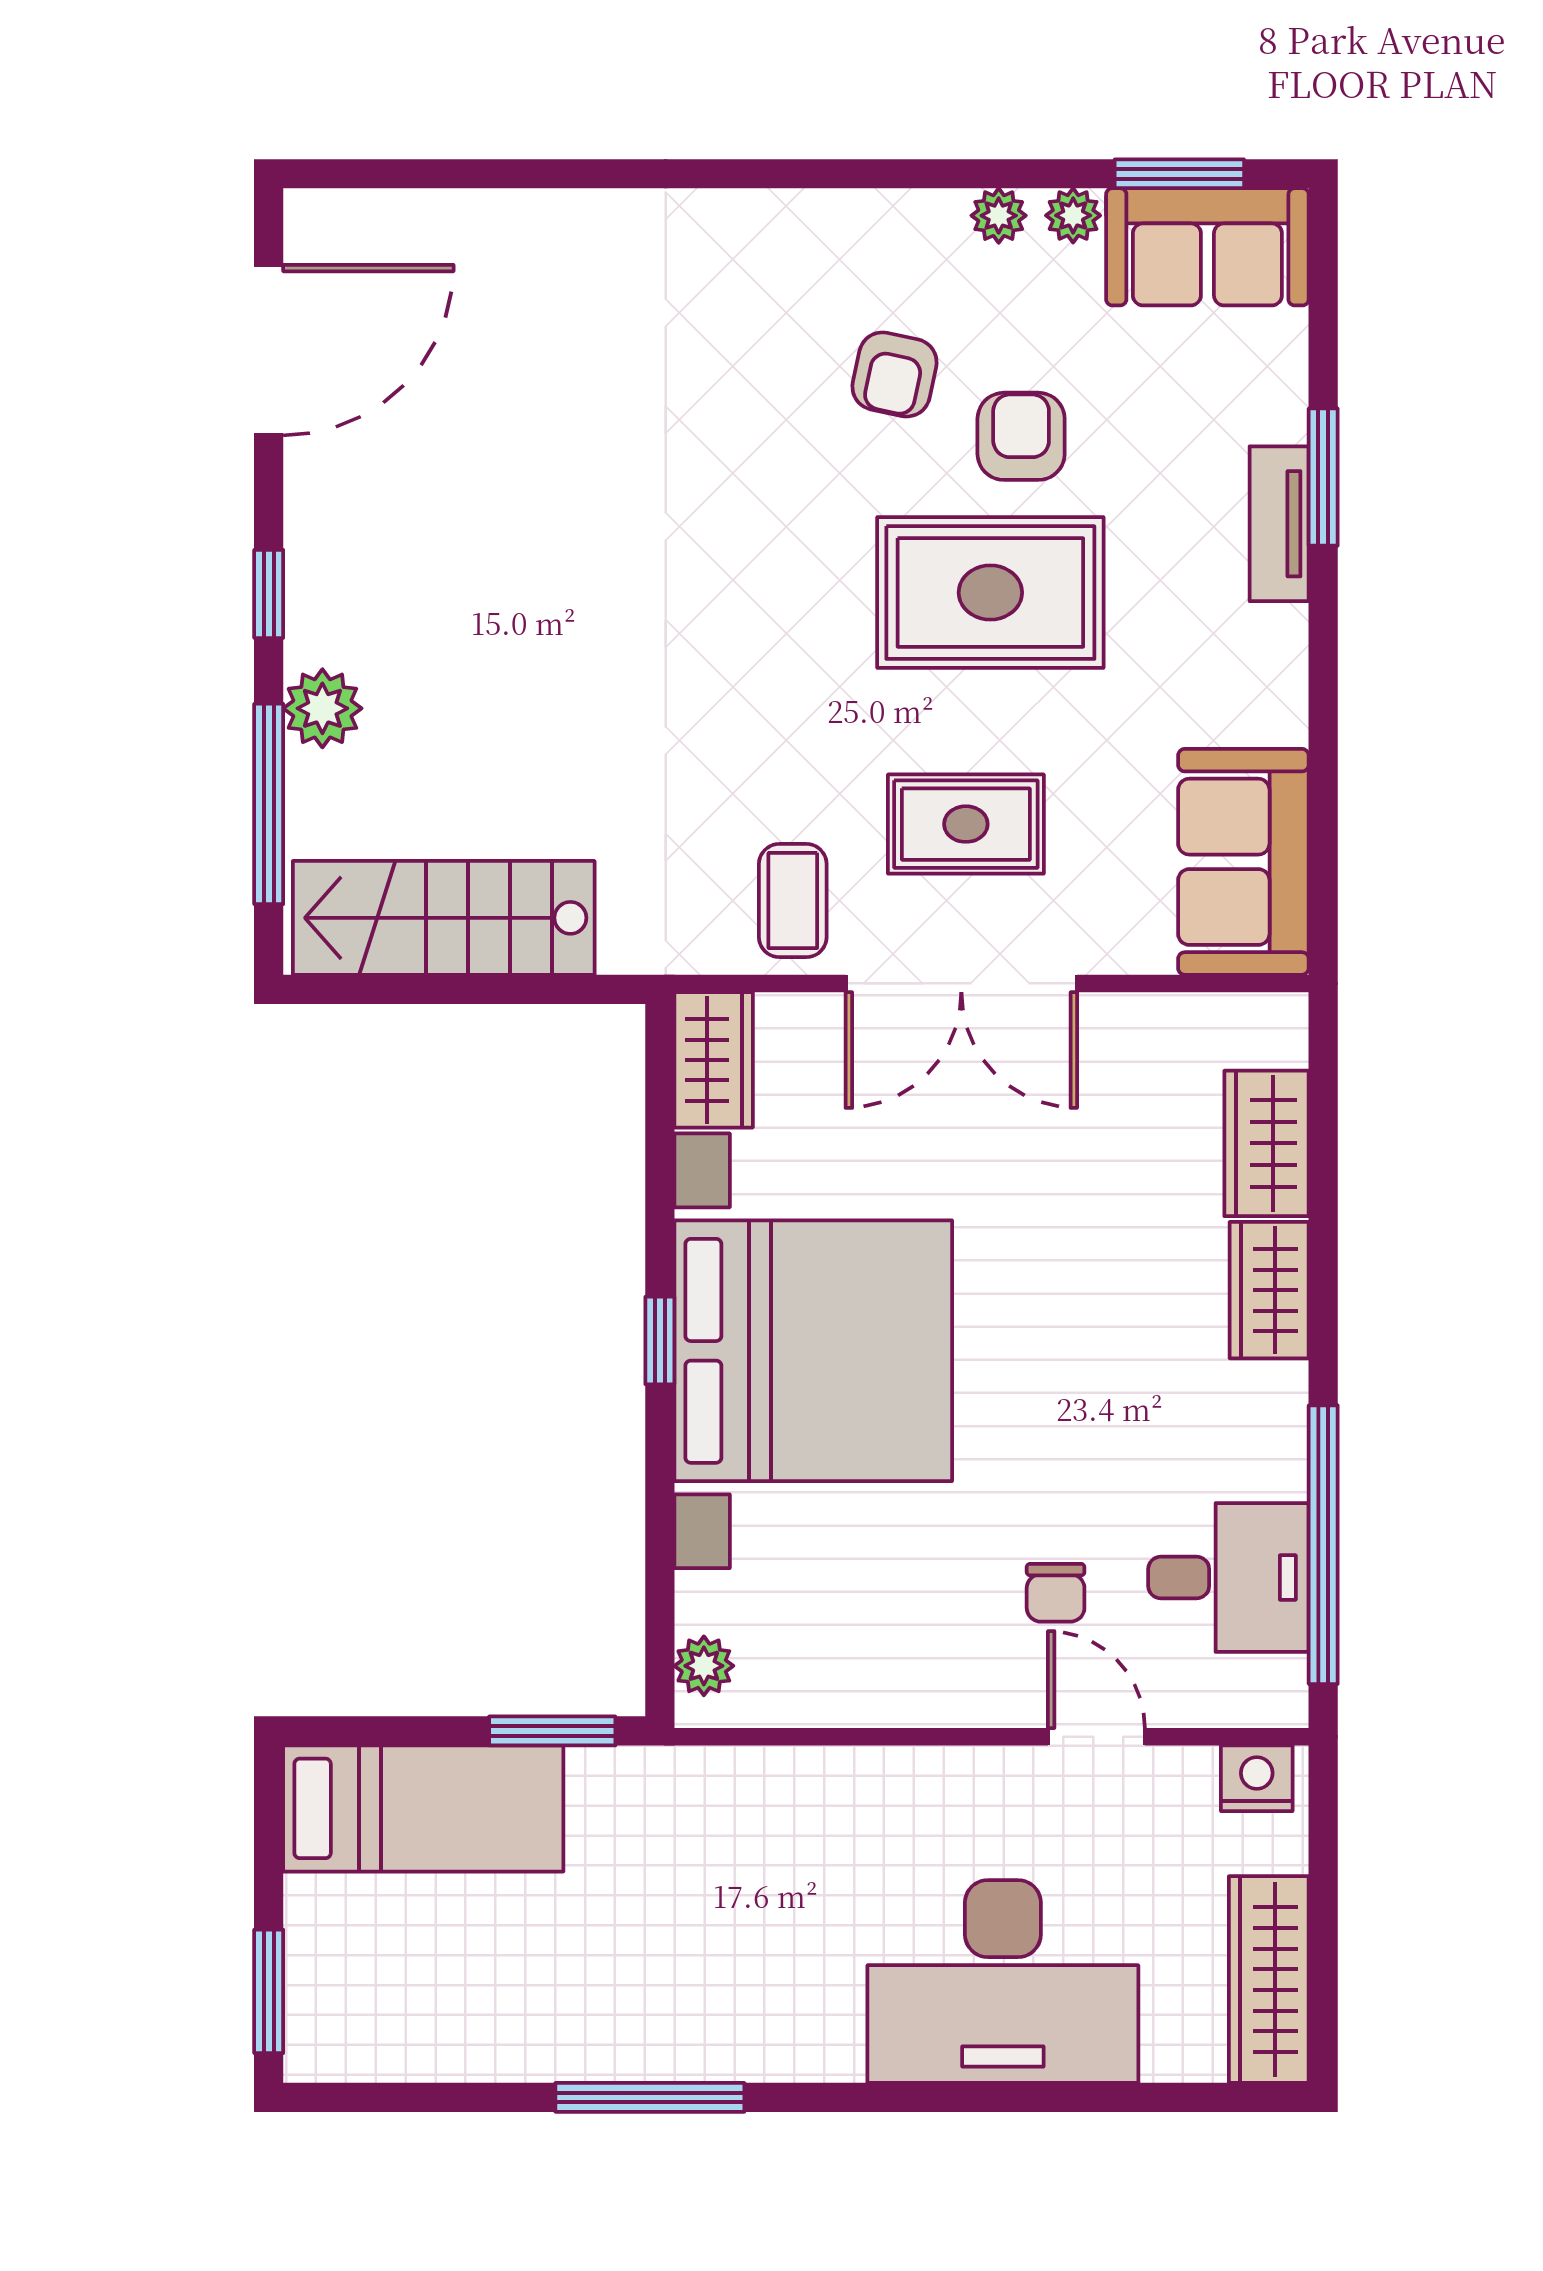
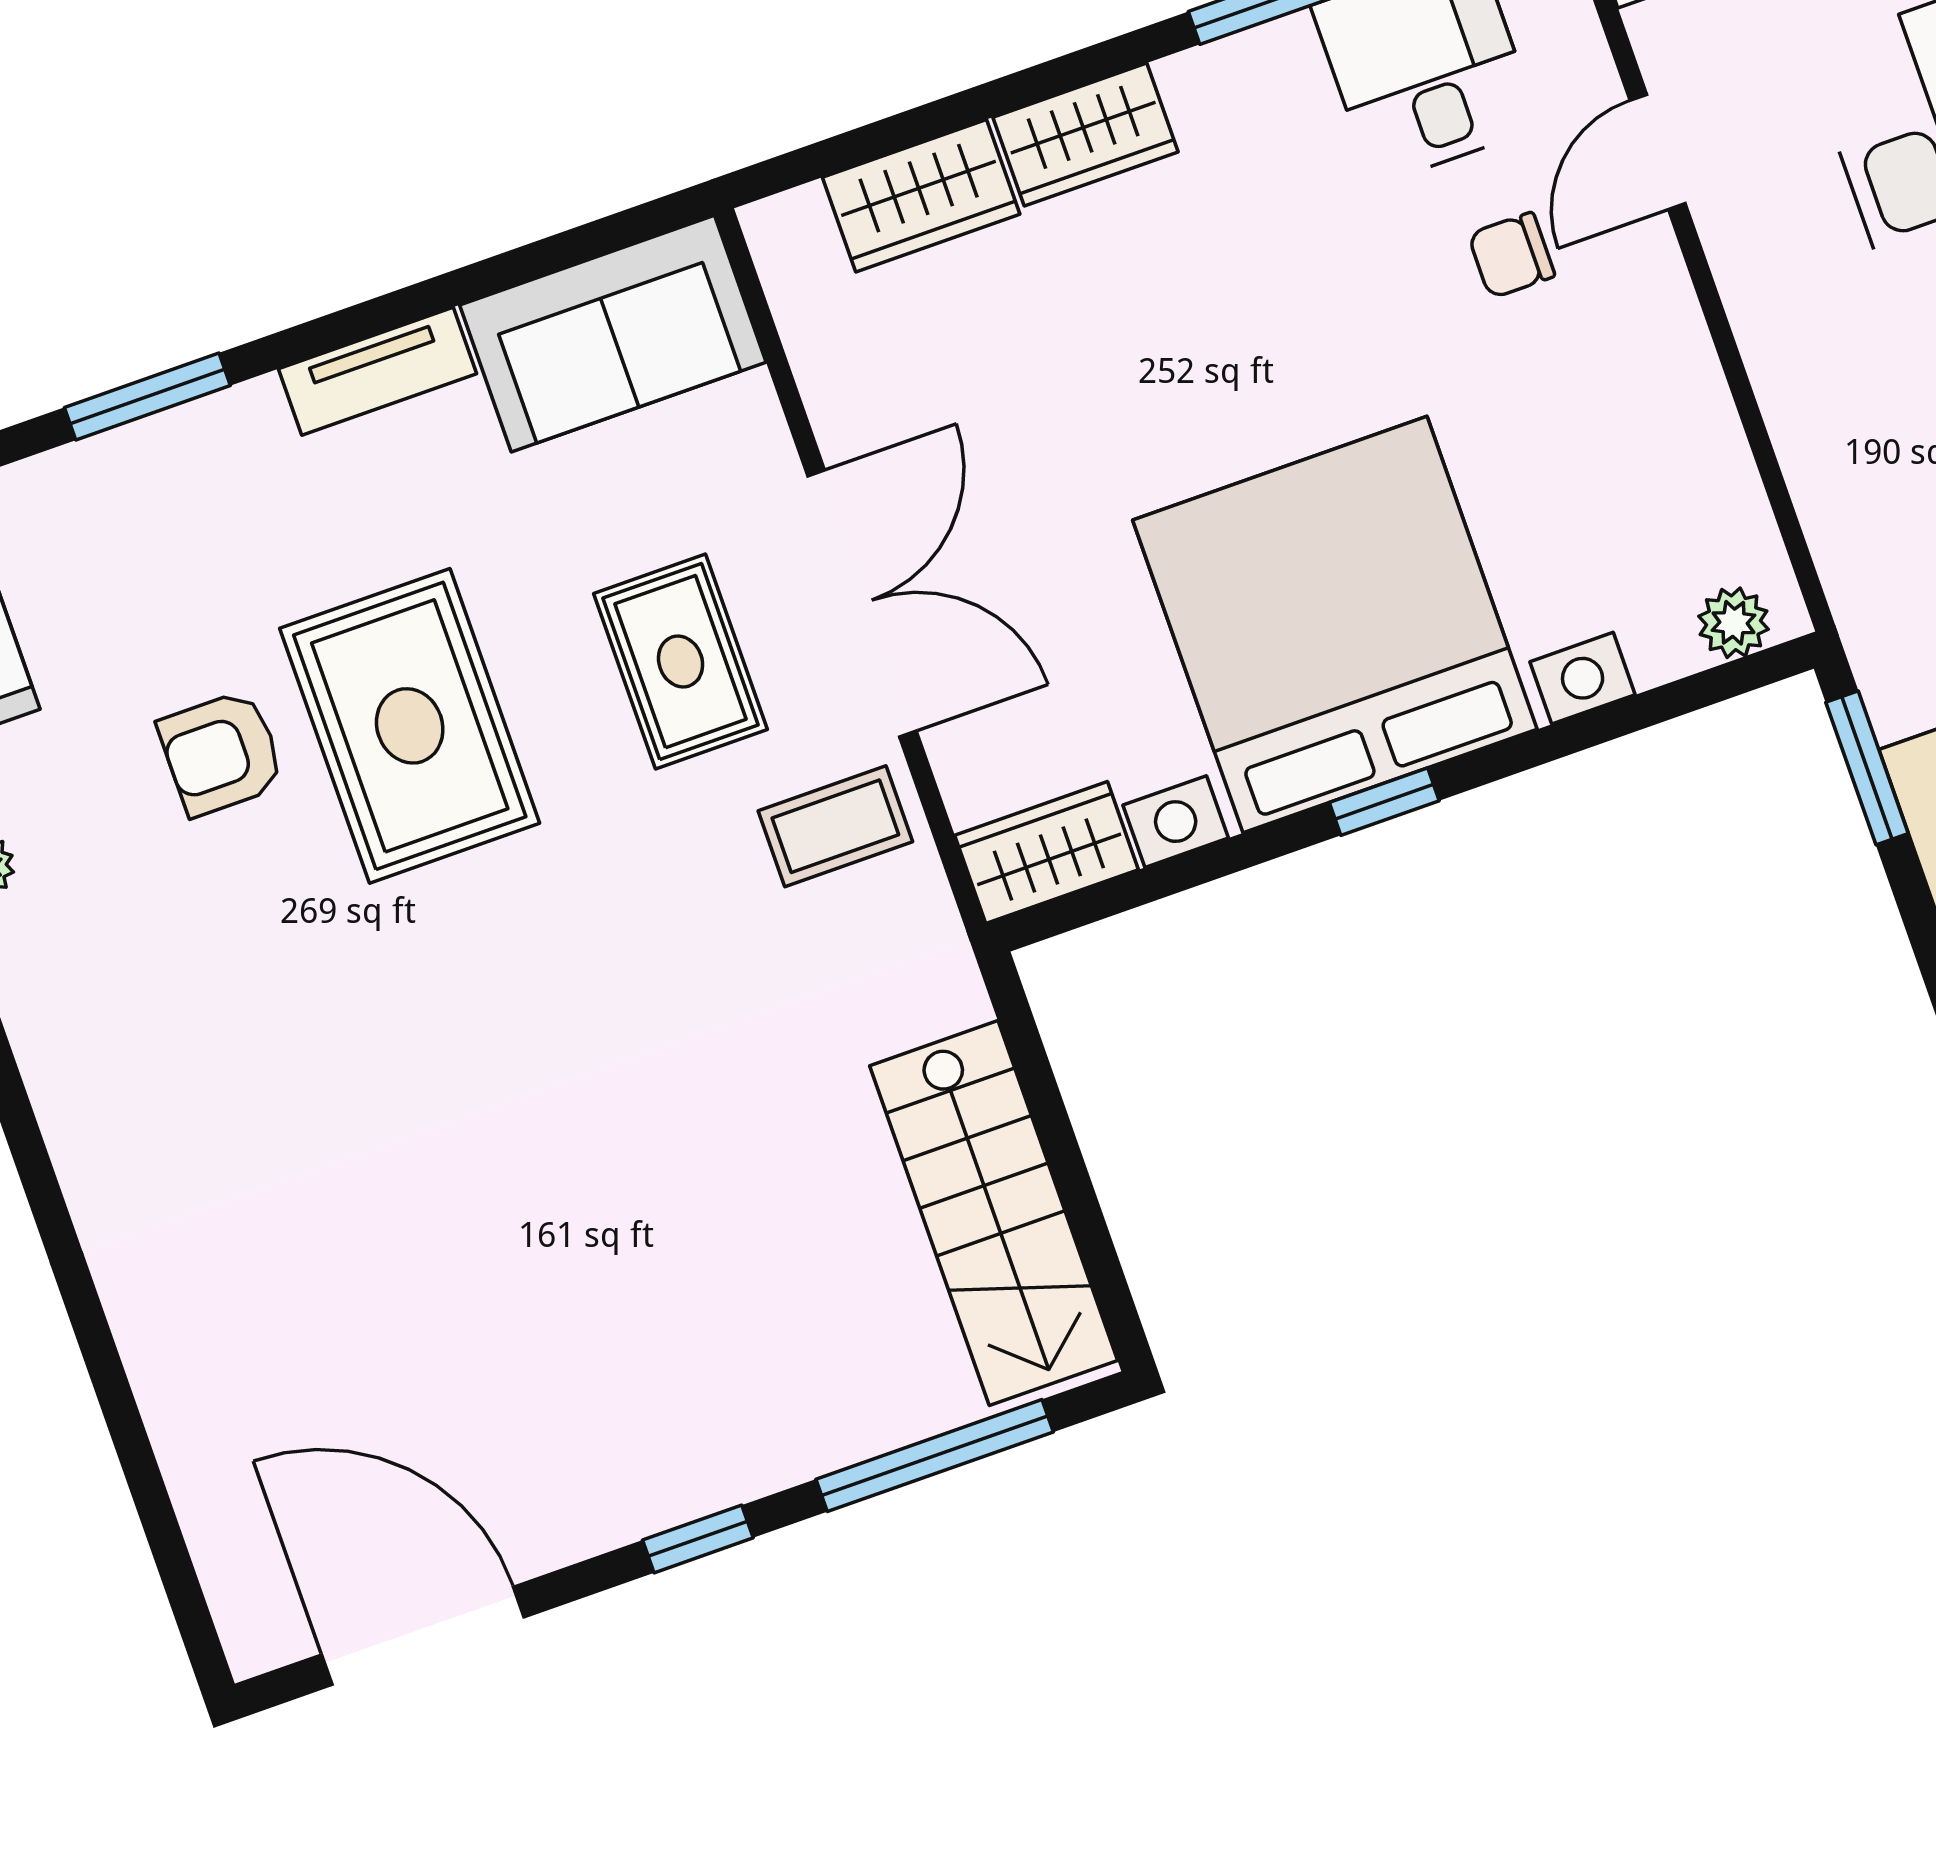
armchair: (895, 374) -> (202, 920), removed
tv unit: (1279, 524) -> (377, 371), moved
plant: (322, 708) -> (805, 1433), removed
chair: (1056, 1593) -> (1511, 255), turned 180

